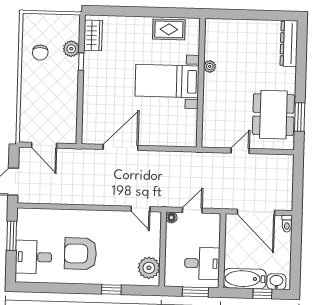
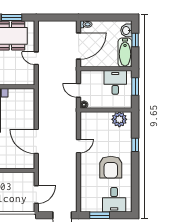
door: (141, 209) -> (79, 146), moved

